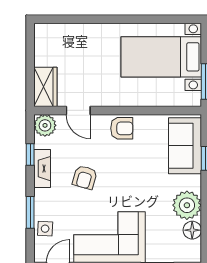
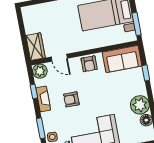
armchair: (122, 128) -> (89, 64), turned 90
sofa: (185, 146) -> (122, 59), moved, turned -90
armchair: (85, 177) -> (71, 99), turned 74

